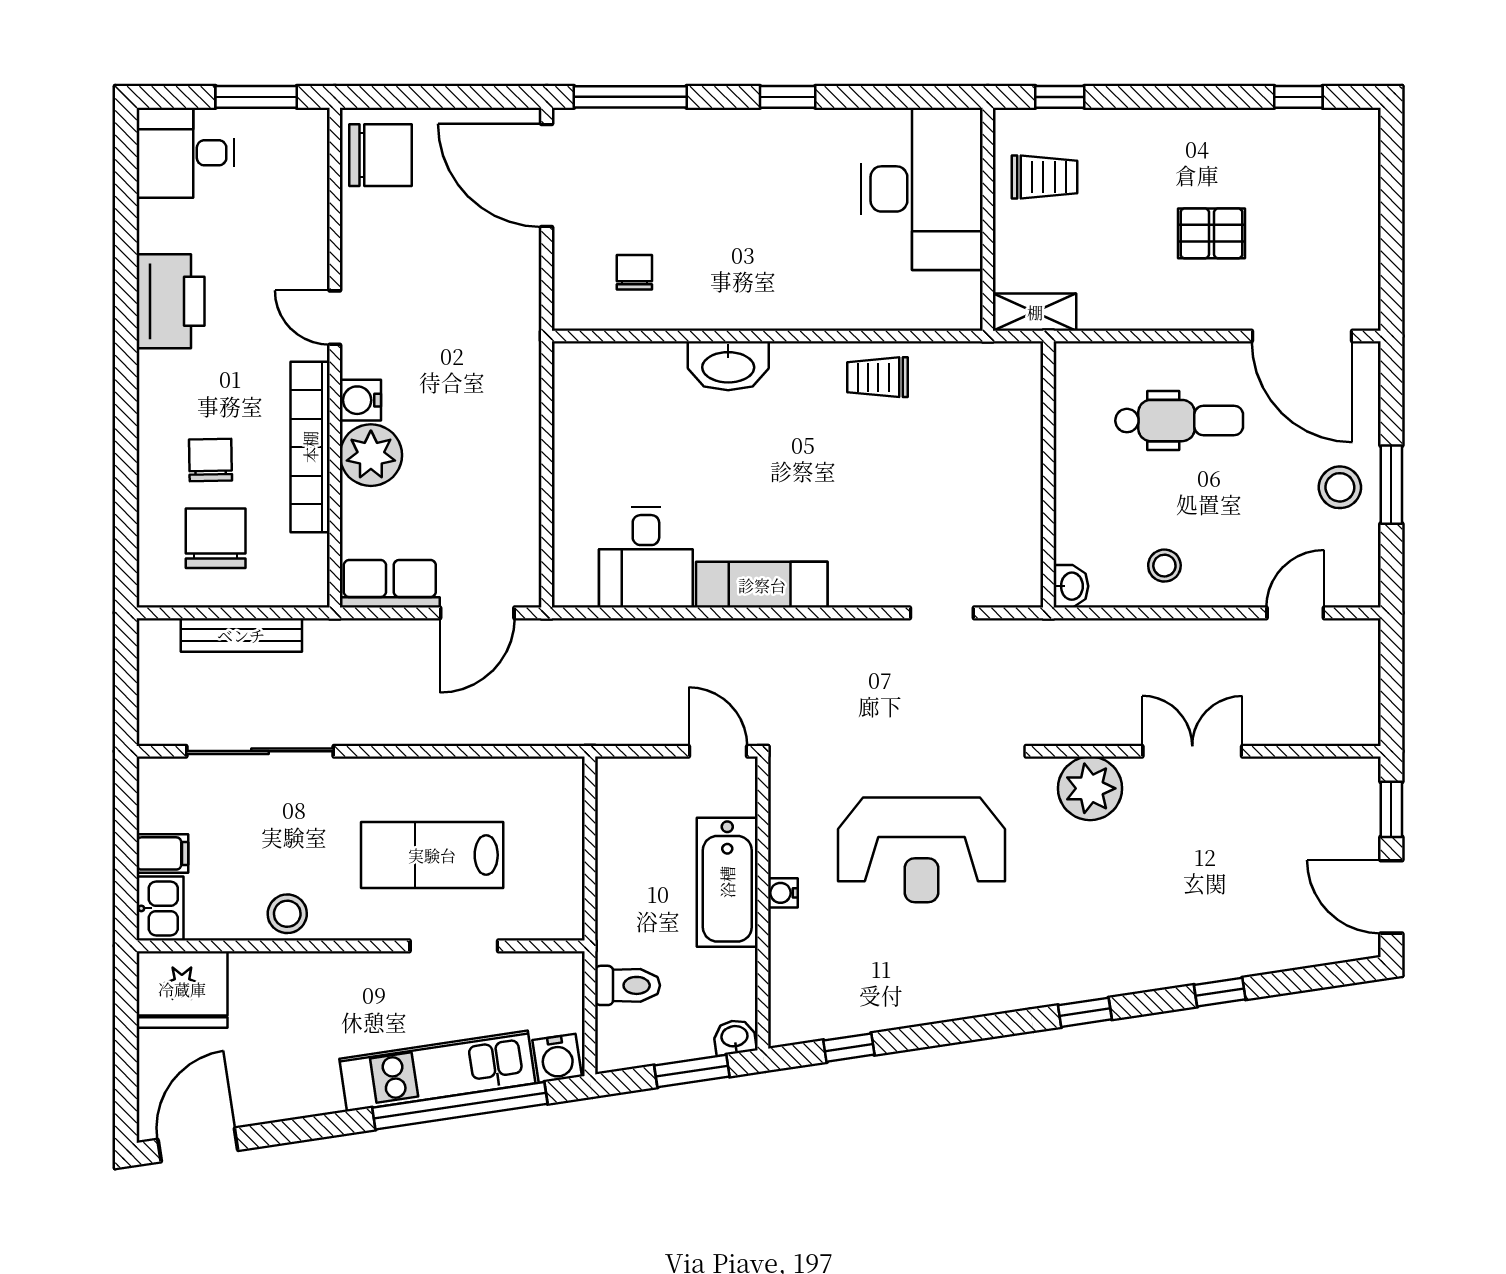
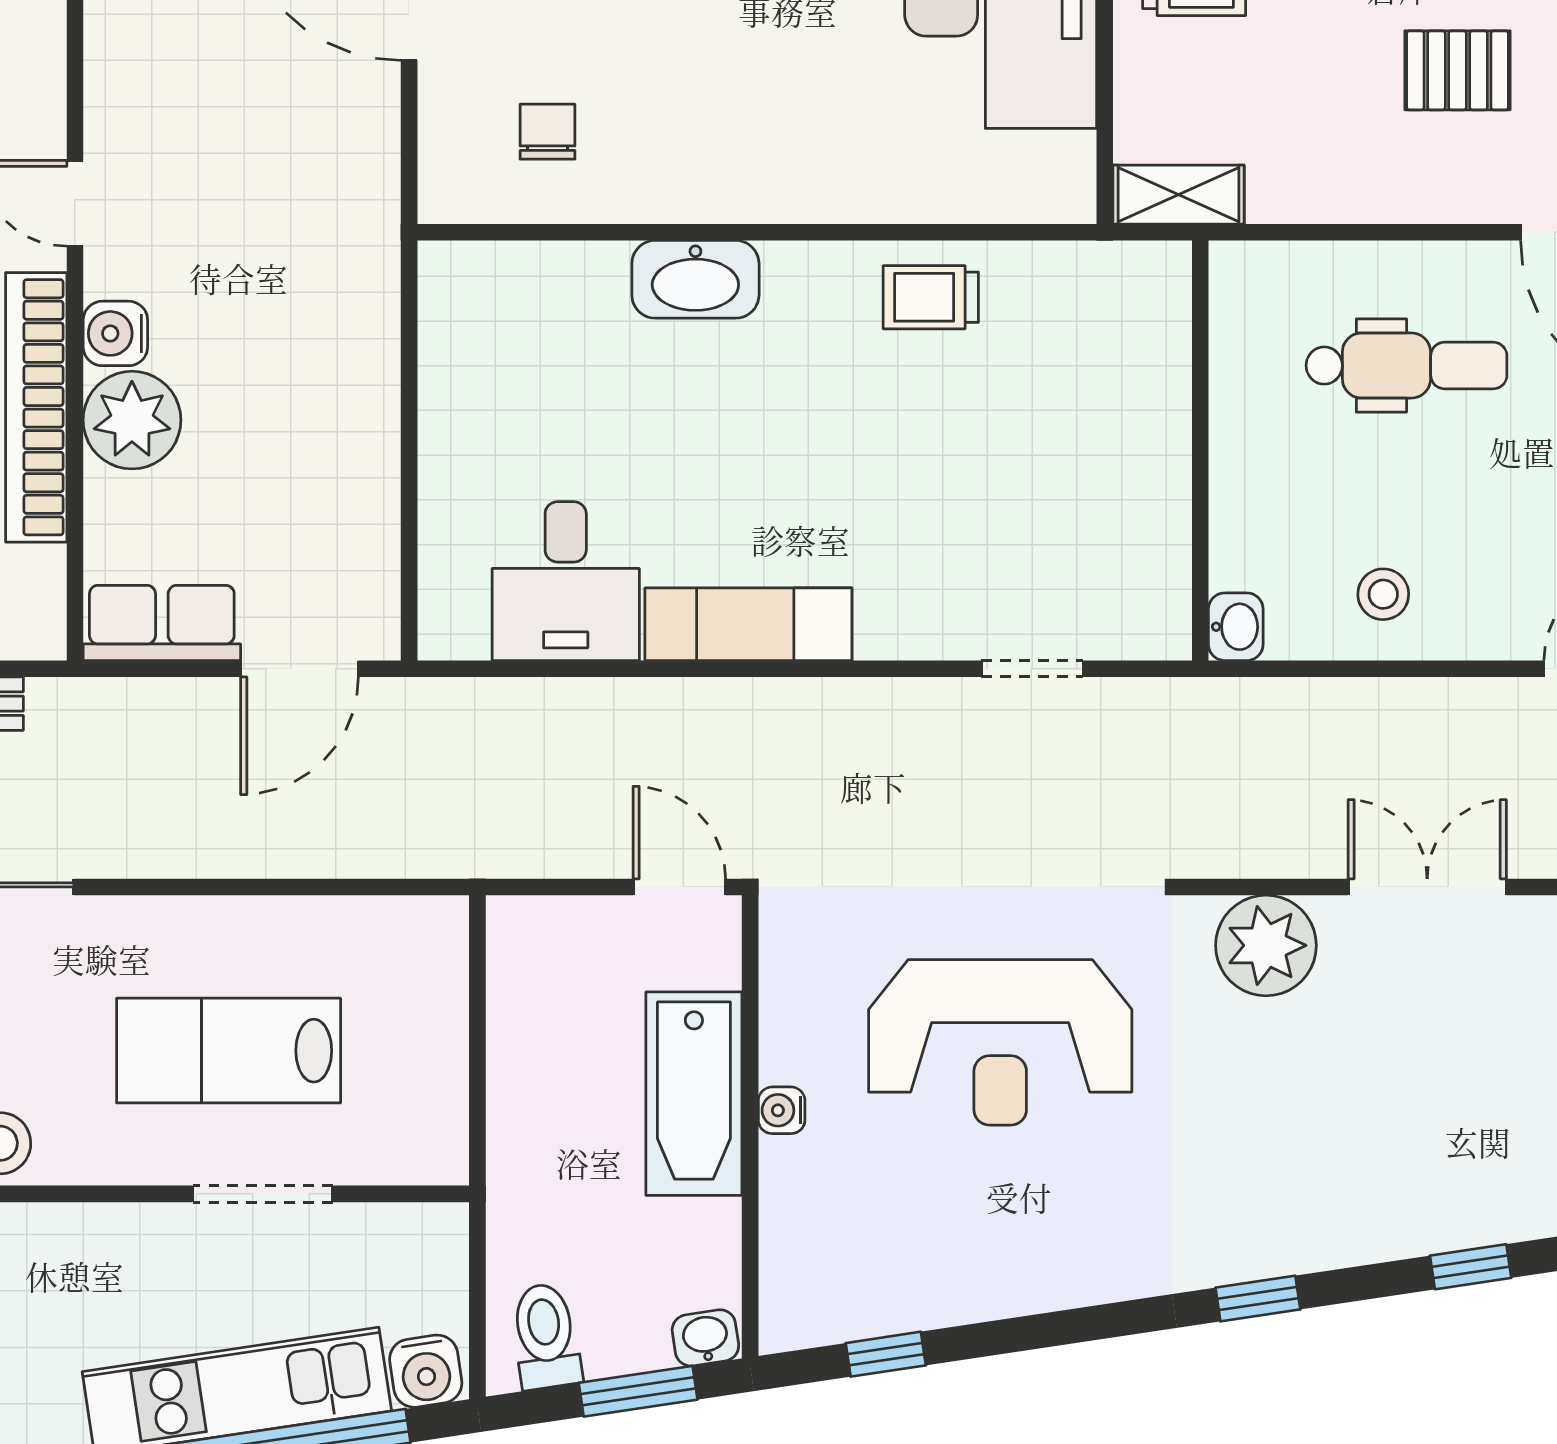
toilet: (628, 985) -> (546, 1336), moved, turned -99

